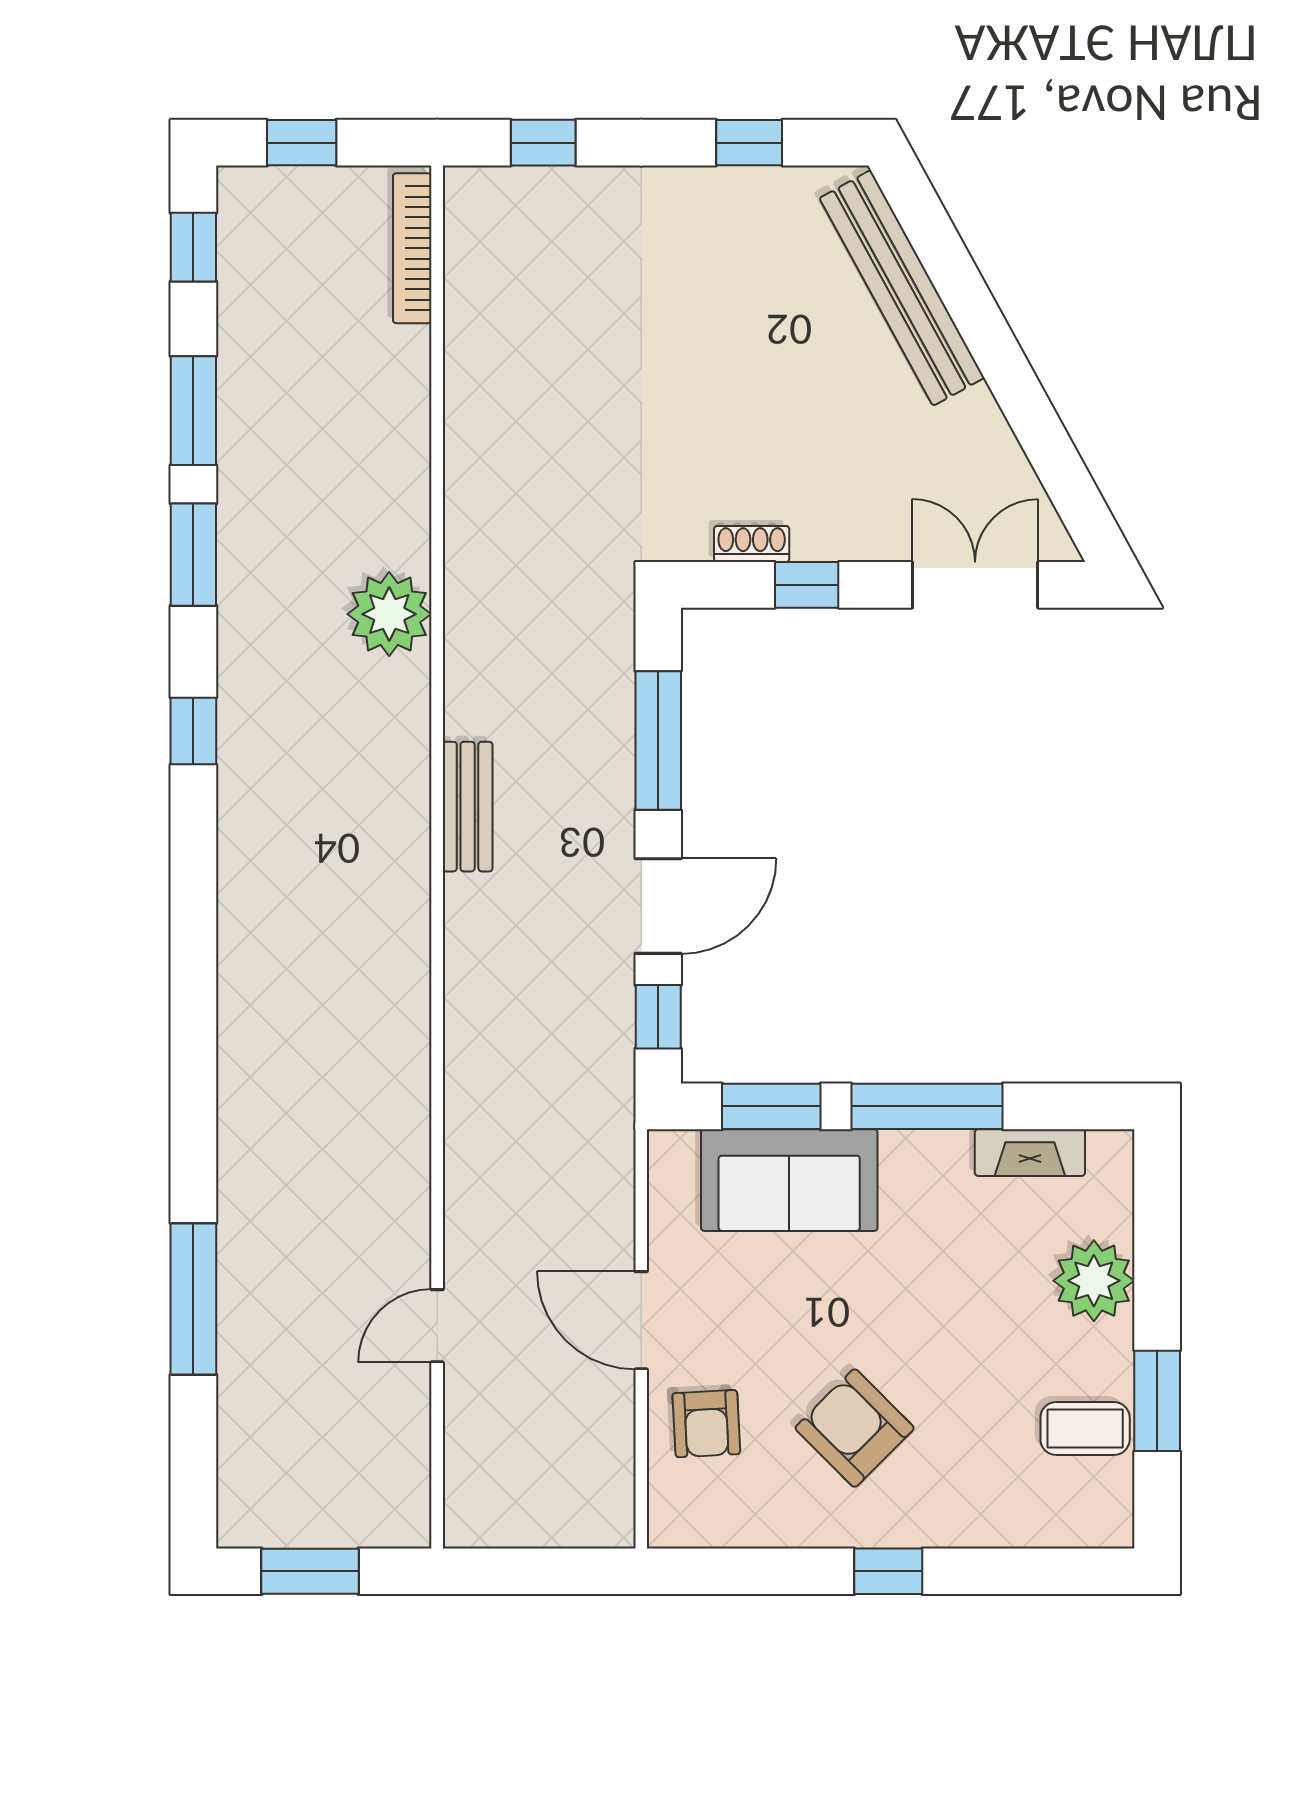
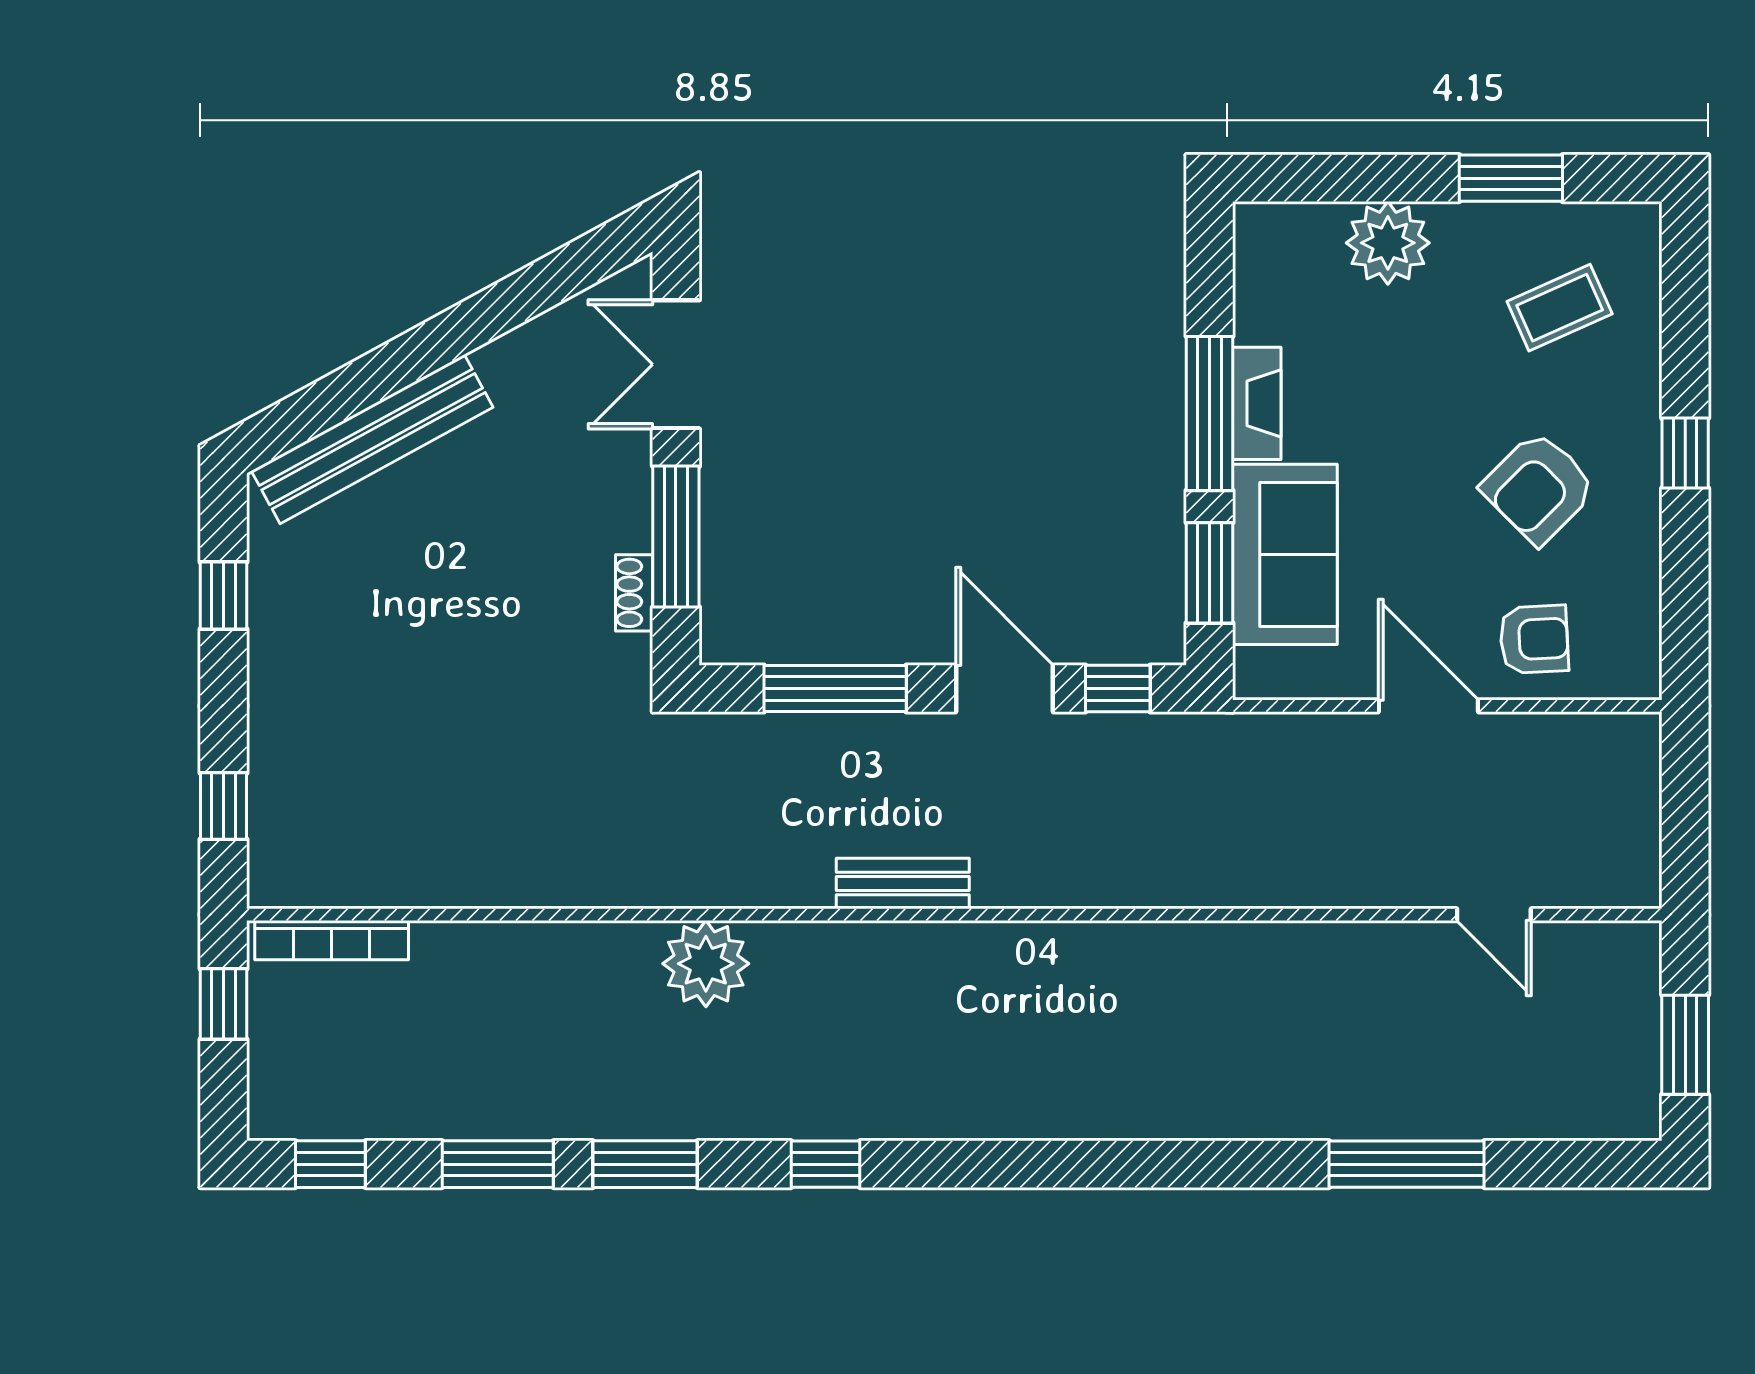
window: (302, 143) -> (224, 1004), moved
window: (807, 585) -> (676, 537), width x2.17
fireplace: (1030, 1153) -> (1257, 403), moved
door: (641, 1320) -> (1428, 706), swing flipped
door: (437, 1326) -> (1494, 915), moved
coffee table: (1085, 1429) -> (1560, 308), moved, turned 66

